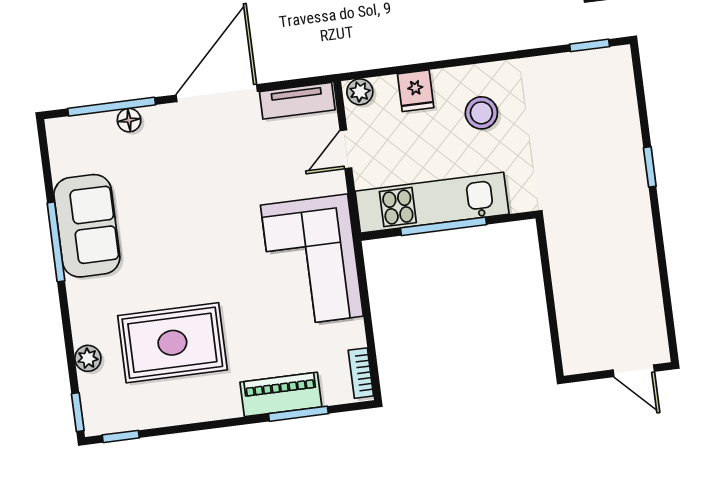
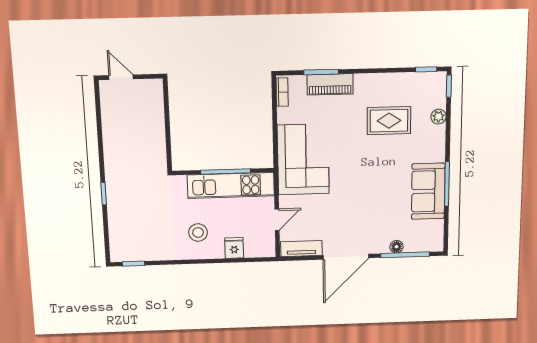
plant: (360, 92) -> (266, 250), removed
rug: (172, 343) -> (389, 121), width x0.73, depth x0.70

